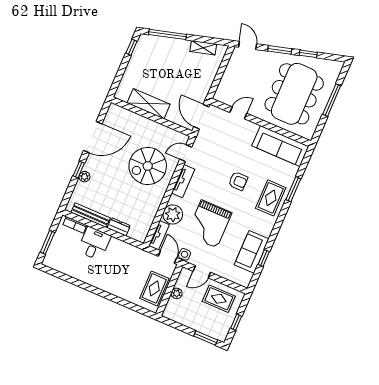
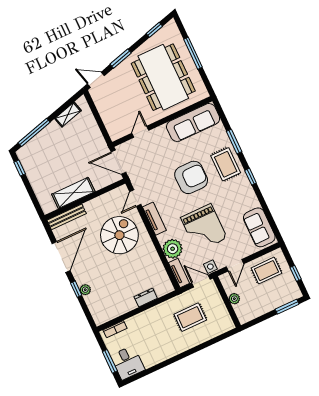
window: (308, 54) -> (154, 30), moved
spiral stairs: (148, 166) -> (119, 235), turned 180
armchair: (238, 181) -> (191, 177), width x1.88, depth x1.88
bench: (91, 215) -> (67, 217), moved
desk: (94, 244) -> (128, 363), moved, turned 180
sofa: (252, 252) -> (259, 227), moved
window: (264, 258) -> (251, 177), moved
rug: (154, 288) -> (190, 317), moved, turned 90

